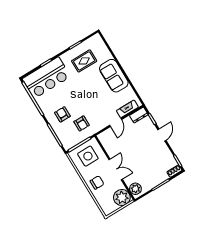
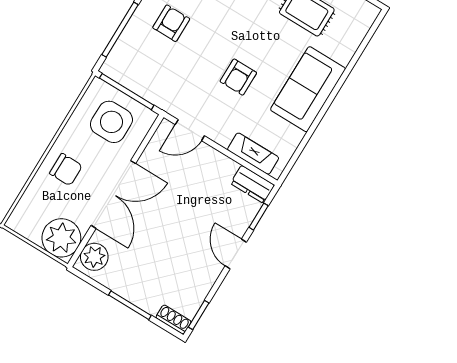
door: (116, 122) -> (190, 130), moved
armchair: (82, 123) -> (238, 77), moved
door: (162, 135) -> (236, 254), swing flipped
double door: (116, 169) -> (113, 194), width x1.37

